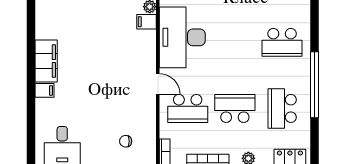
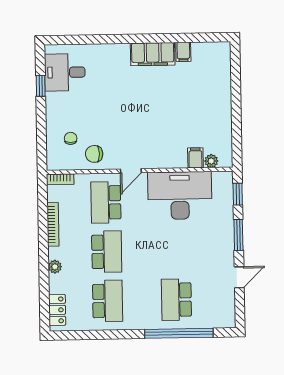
window: (314, 85) -> (179, 333), moved
filing cabinet: (44, 90) -> (183, 52), moved
school desk: (282, 108) -> (108, 301), turned 90
chair: (141, 119) -> (94, 154), added

